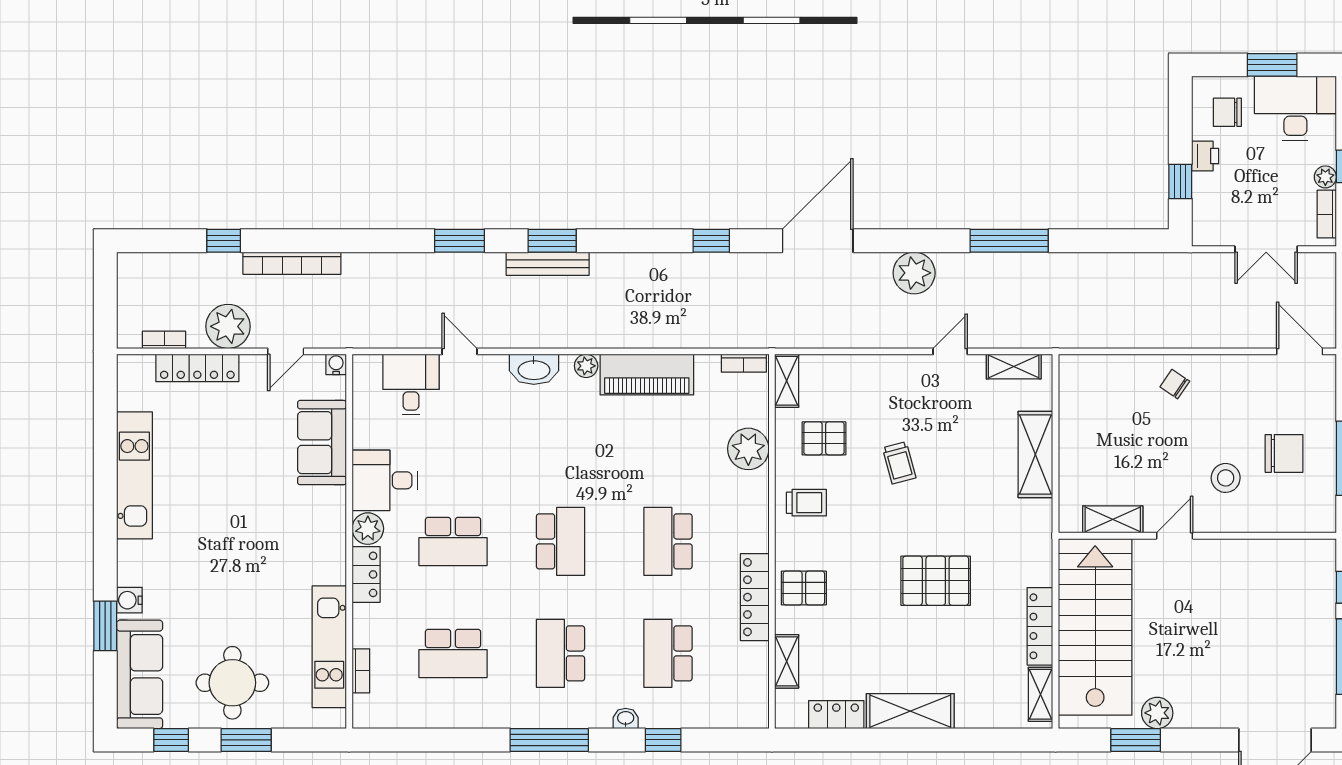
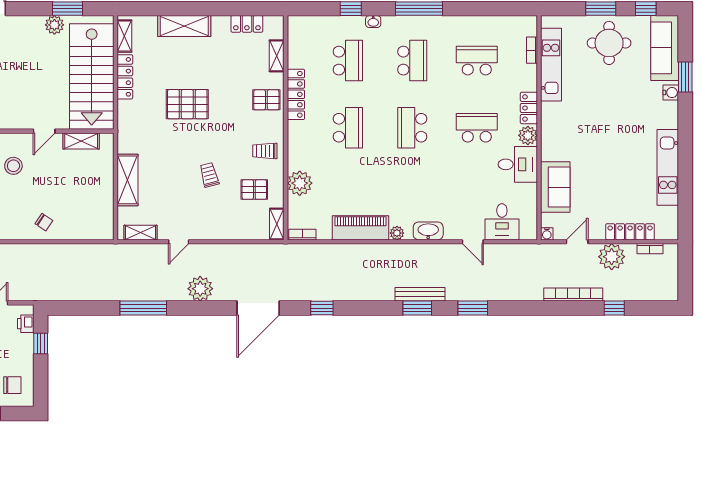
printer: (1205, 156) -> (26, 324), moved
shelving: (910, 711) -> (184, 26), moved

